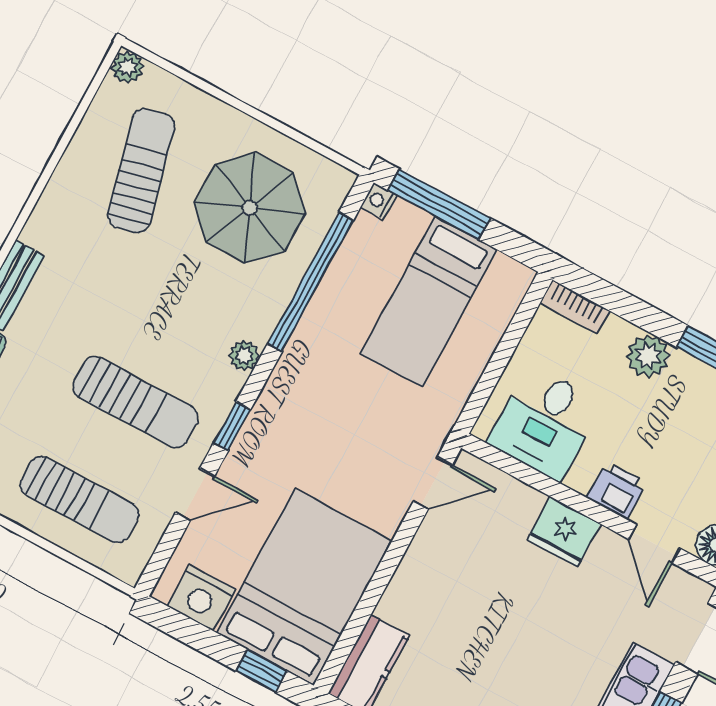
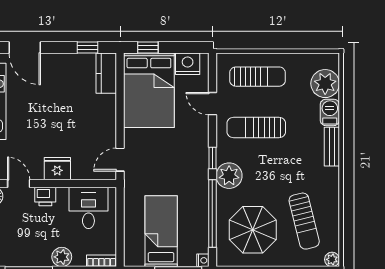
plant: (244, 356) -> (229, 176), width x1.88, depth x1.88
window: (232, 426) -> (212, 158), moved
door: (195, 494) -> (212, 104), hinge flipped
sun lounger: (79, 499) -> (258, 77), turned 180

